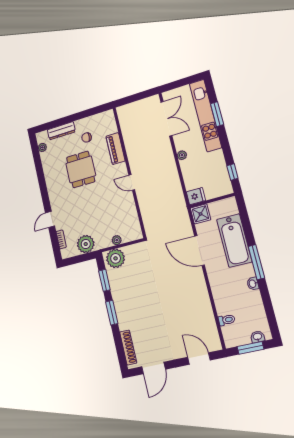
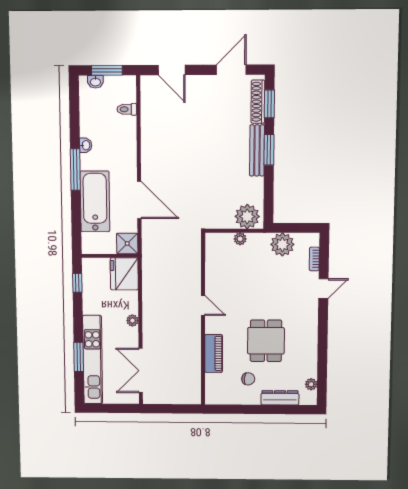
fridge: (196, 196) -> (124, 274), width x1.88, depth x1.34
window: (104, 280) -> (269, 104), moved
bench: (120, 310) -> (257, 150), added

